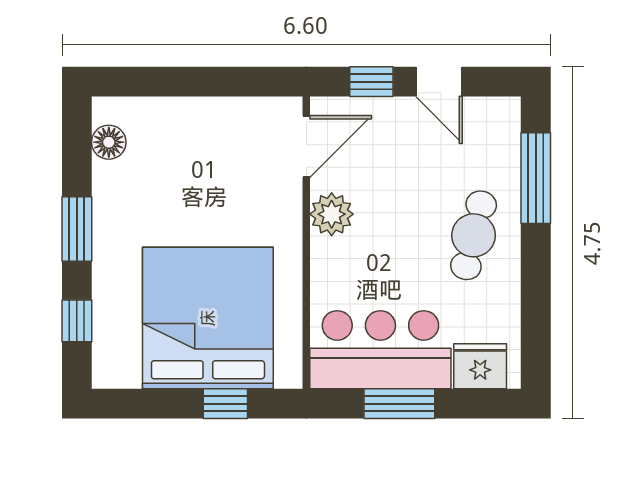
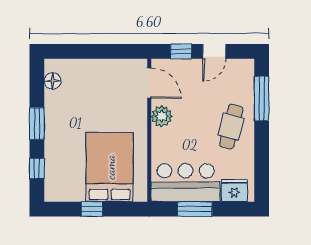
door: (439, 82) -> (214, 51), hinge flipped
door: (306, 147) -> (149, 83), hinge flipped
bed: (208, 318) -> (110, 167), width x0.73
window: (225, 404) -> (92, 209), moved

